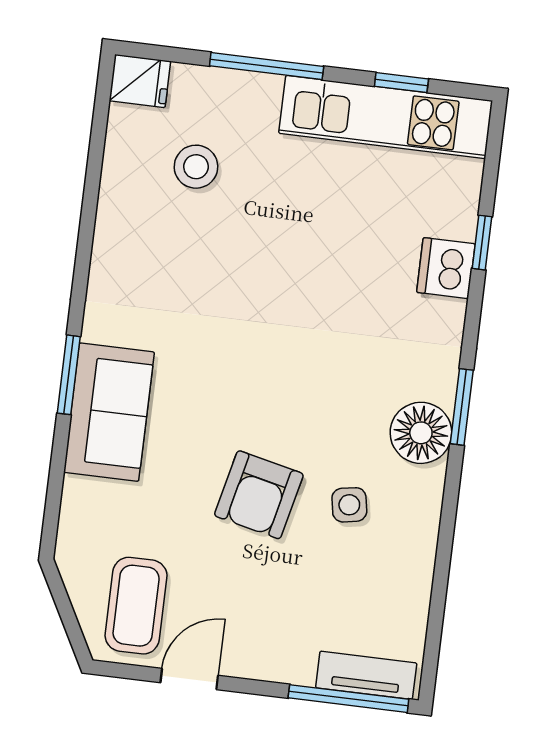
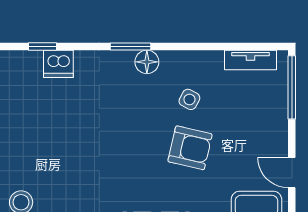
floor lamp: (421, 433) -> (147, 62), width x0.73, depth x0.73
side table: (349, 505) -> (189, 99), turned 38
tv unit: (366, 675) -> (250, 60), moved, turned -90

